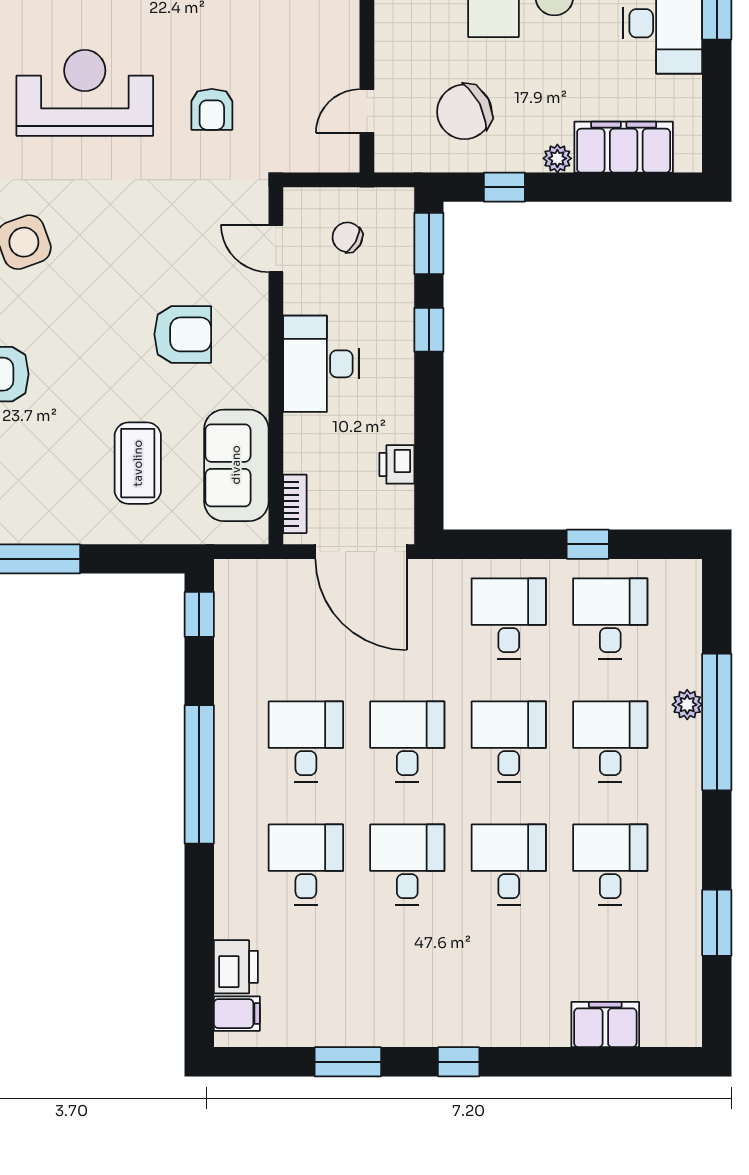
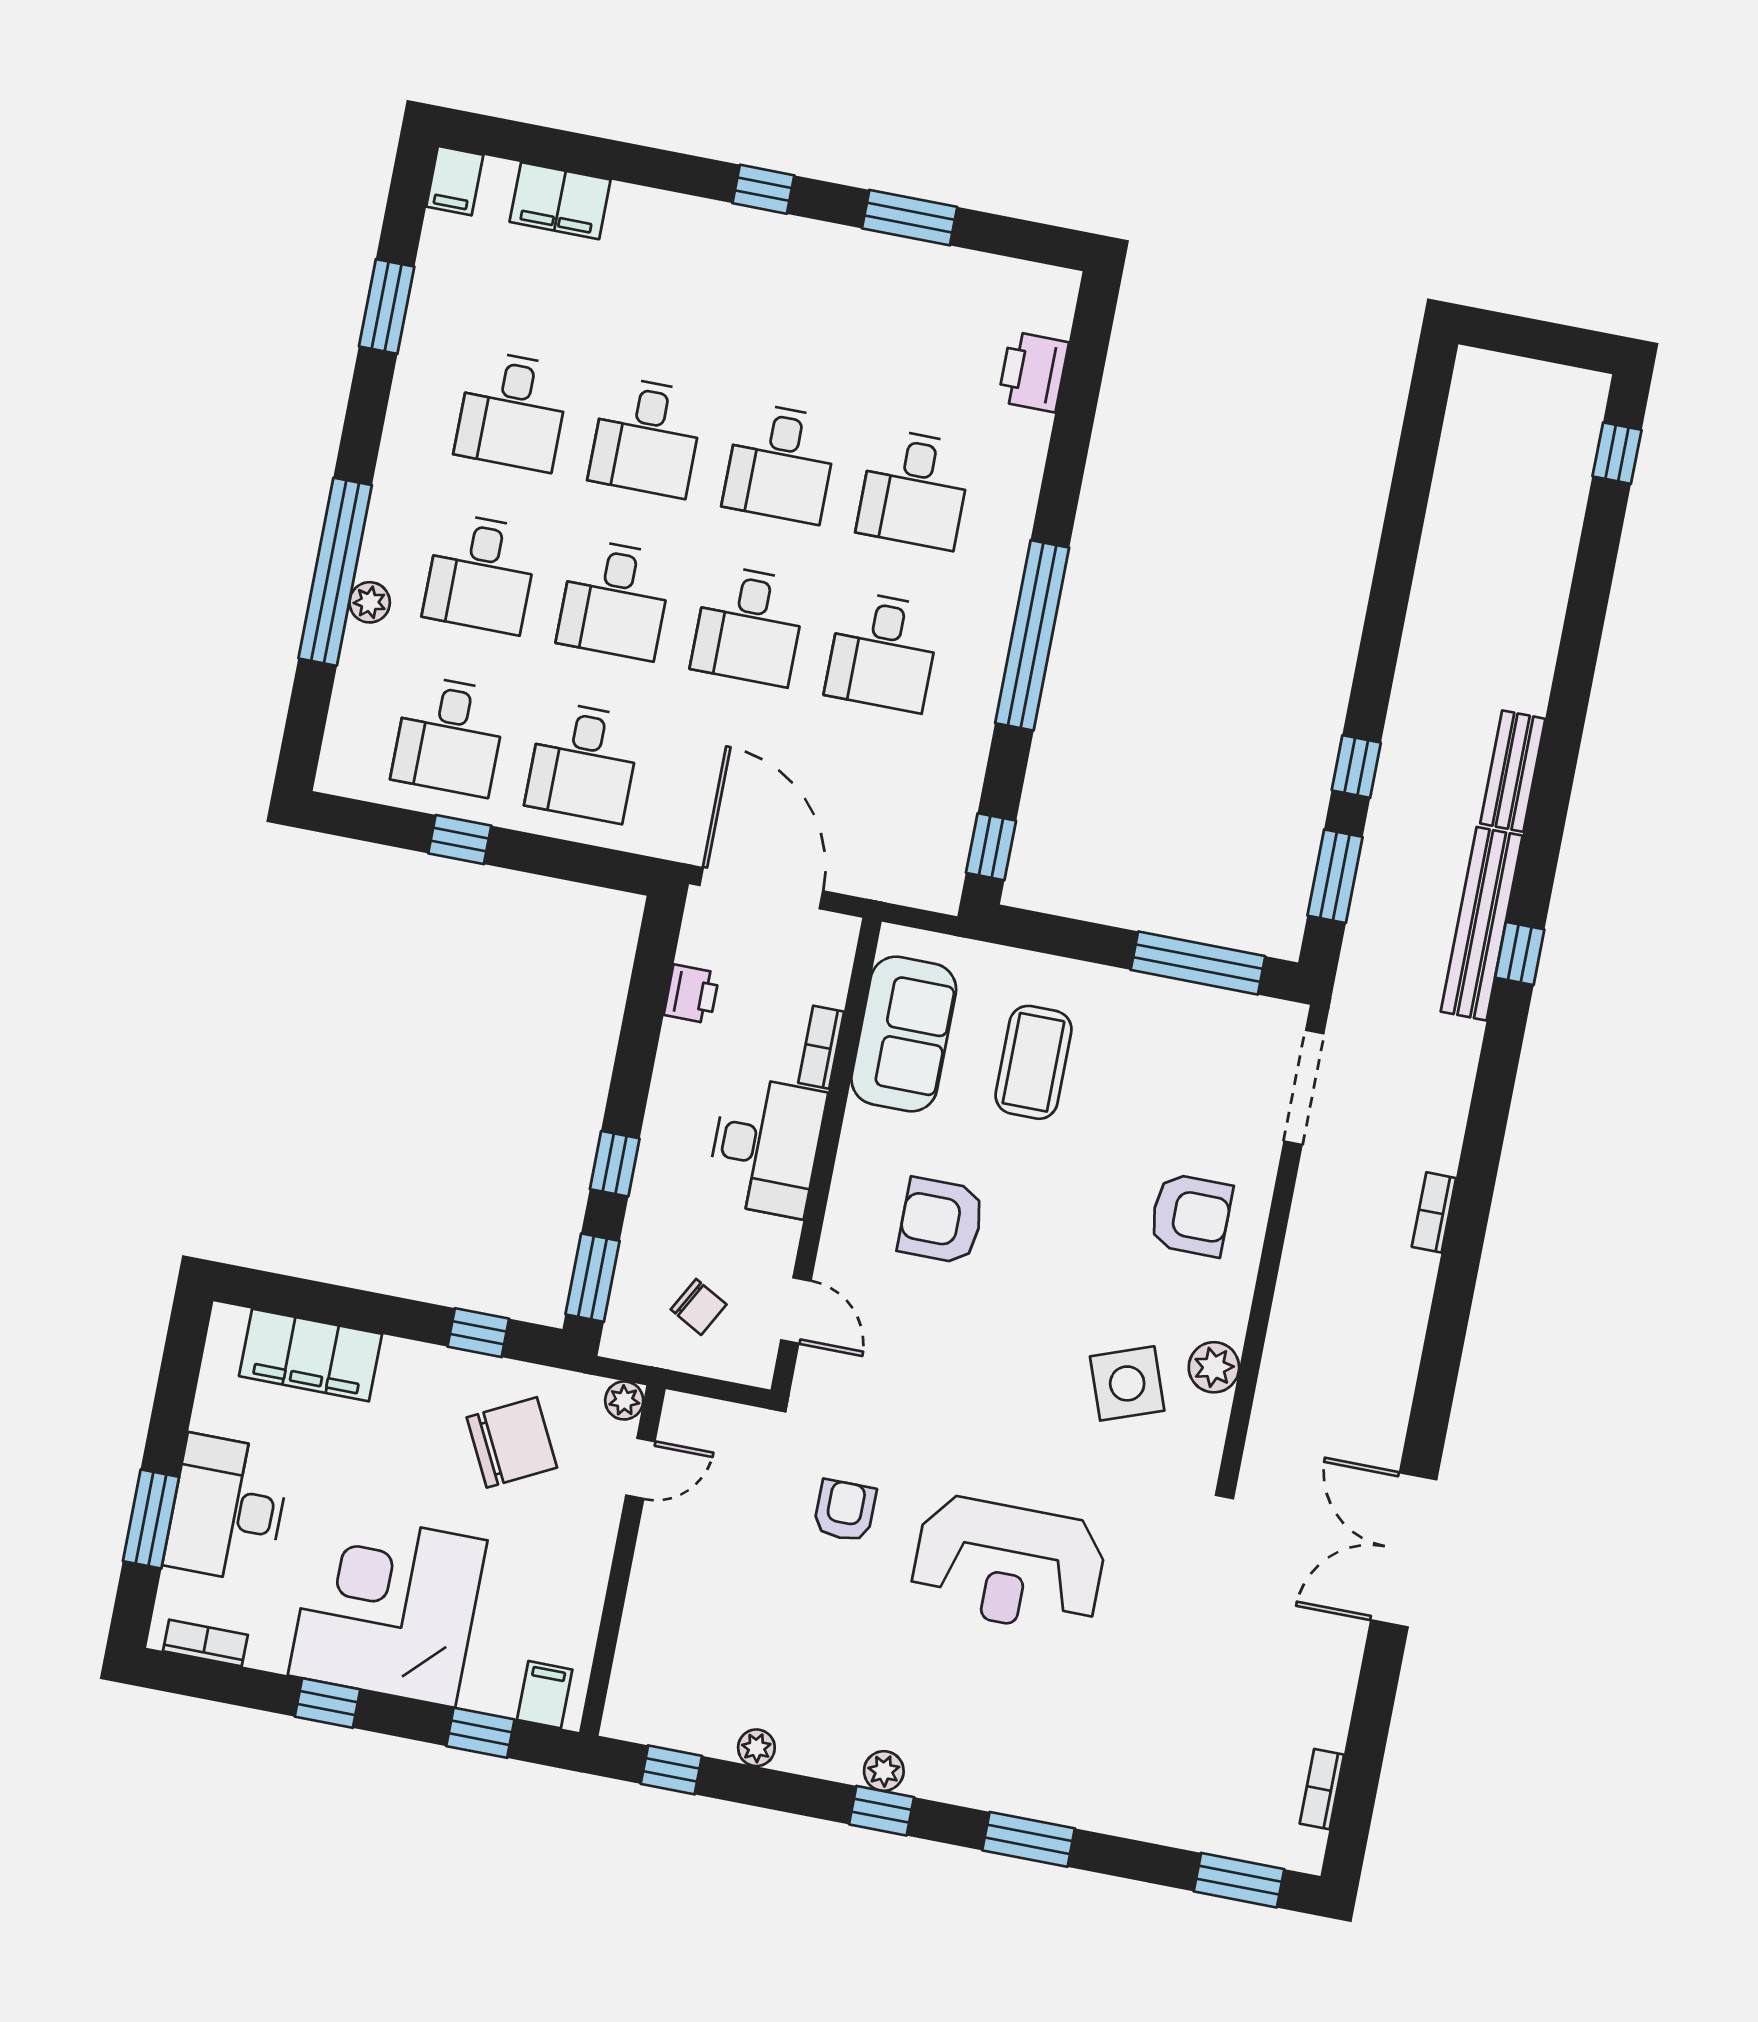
plant: (557, 158) -> (624, 1400), moved
bookcase: (295, 504) -> (821, 1047), moved
filing cabinet: (237, 1014) -> (455, 181), moved, turned -90

